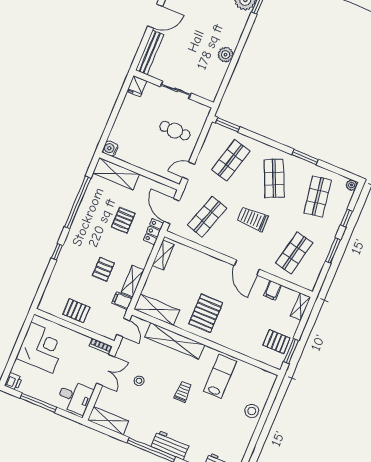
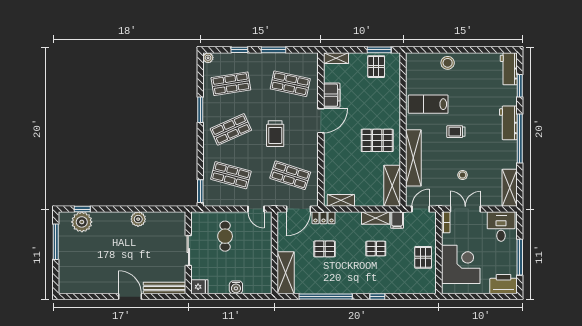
water cooler: (110, 149) -> (236, 287), moved
filing cabinet: (273, 290) -> (332, 95), width x2.00
corner desk: (42, 348) -> (461, 264), moved, turned 90
printer: (13, 381) -> (504, 284), width x1.87, depth x1.48

